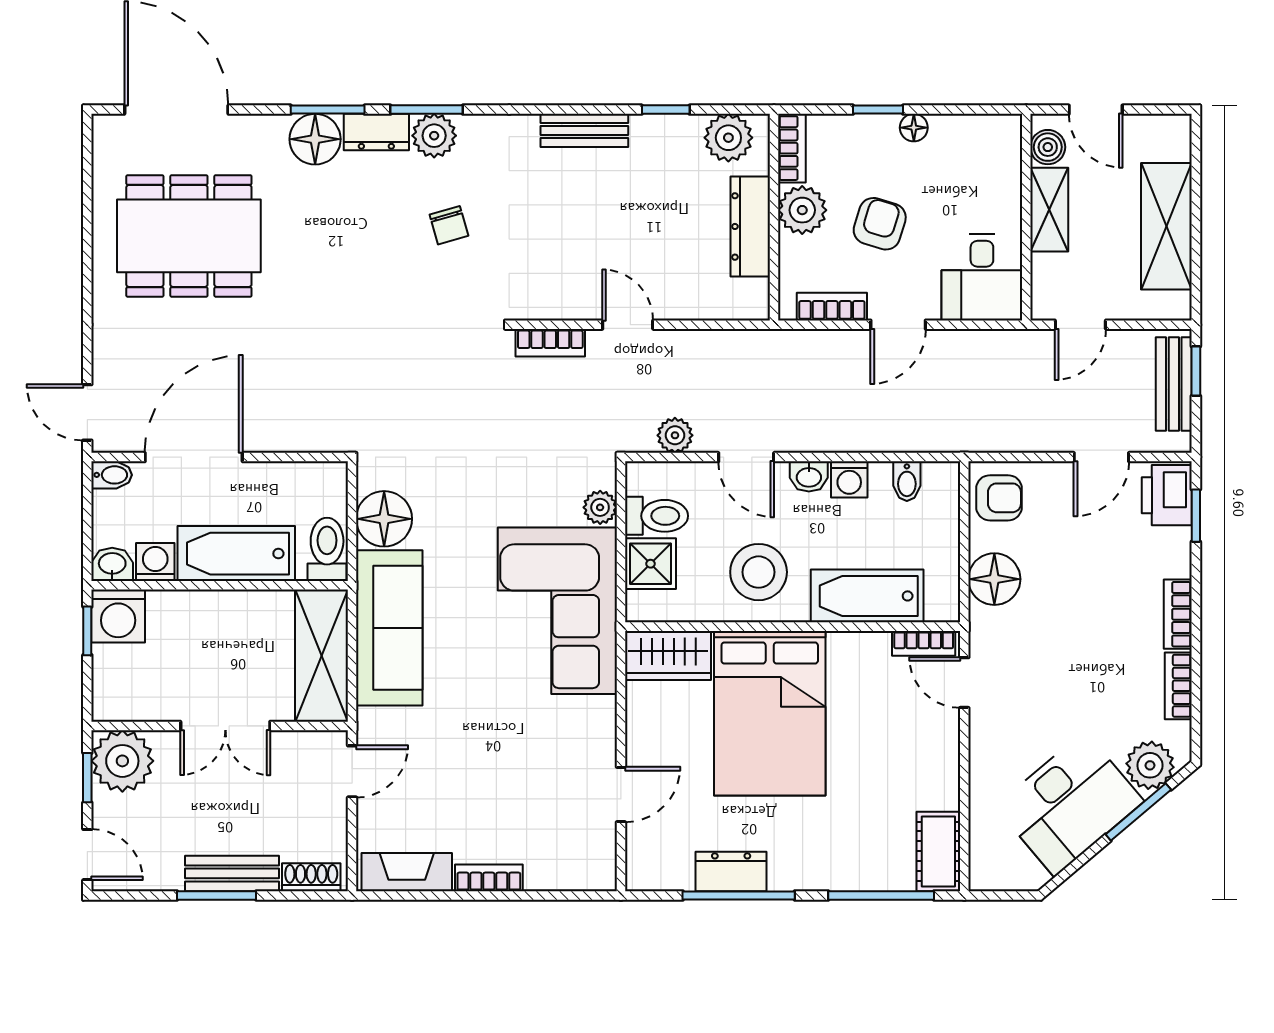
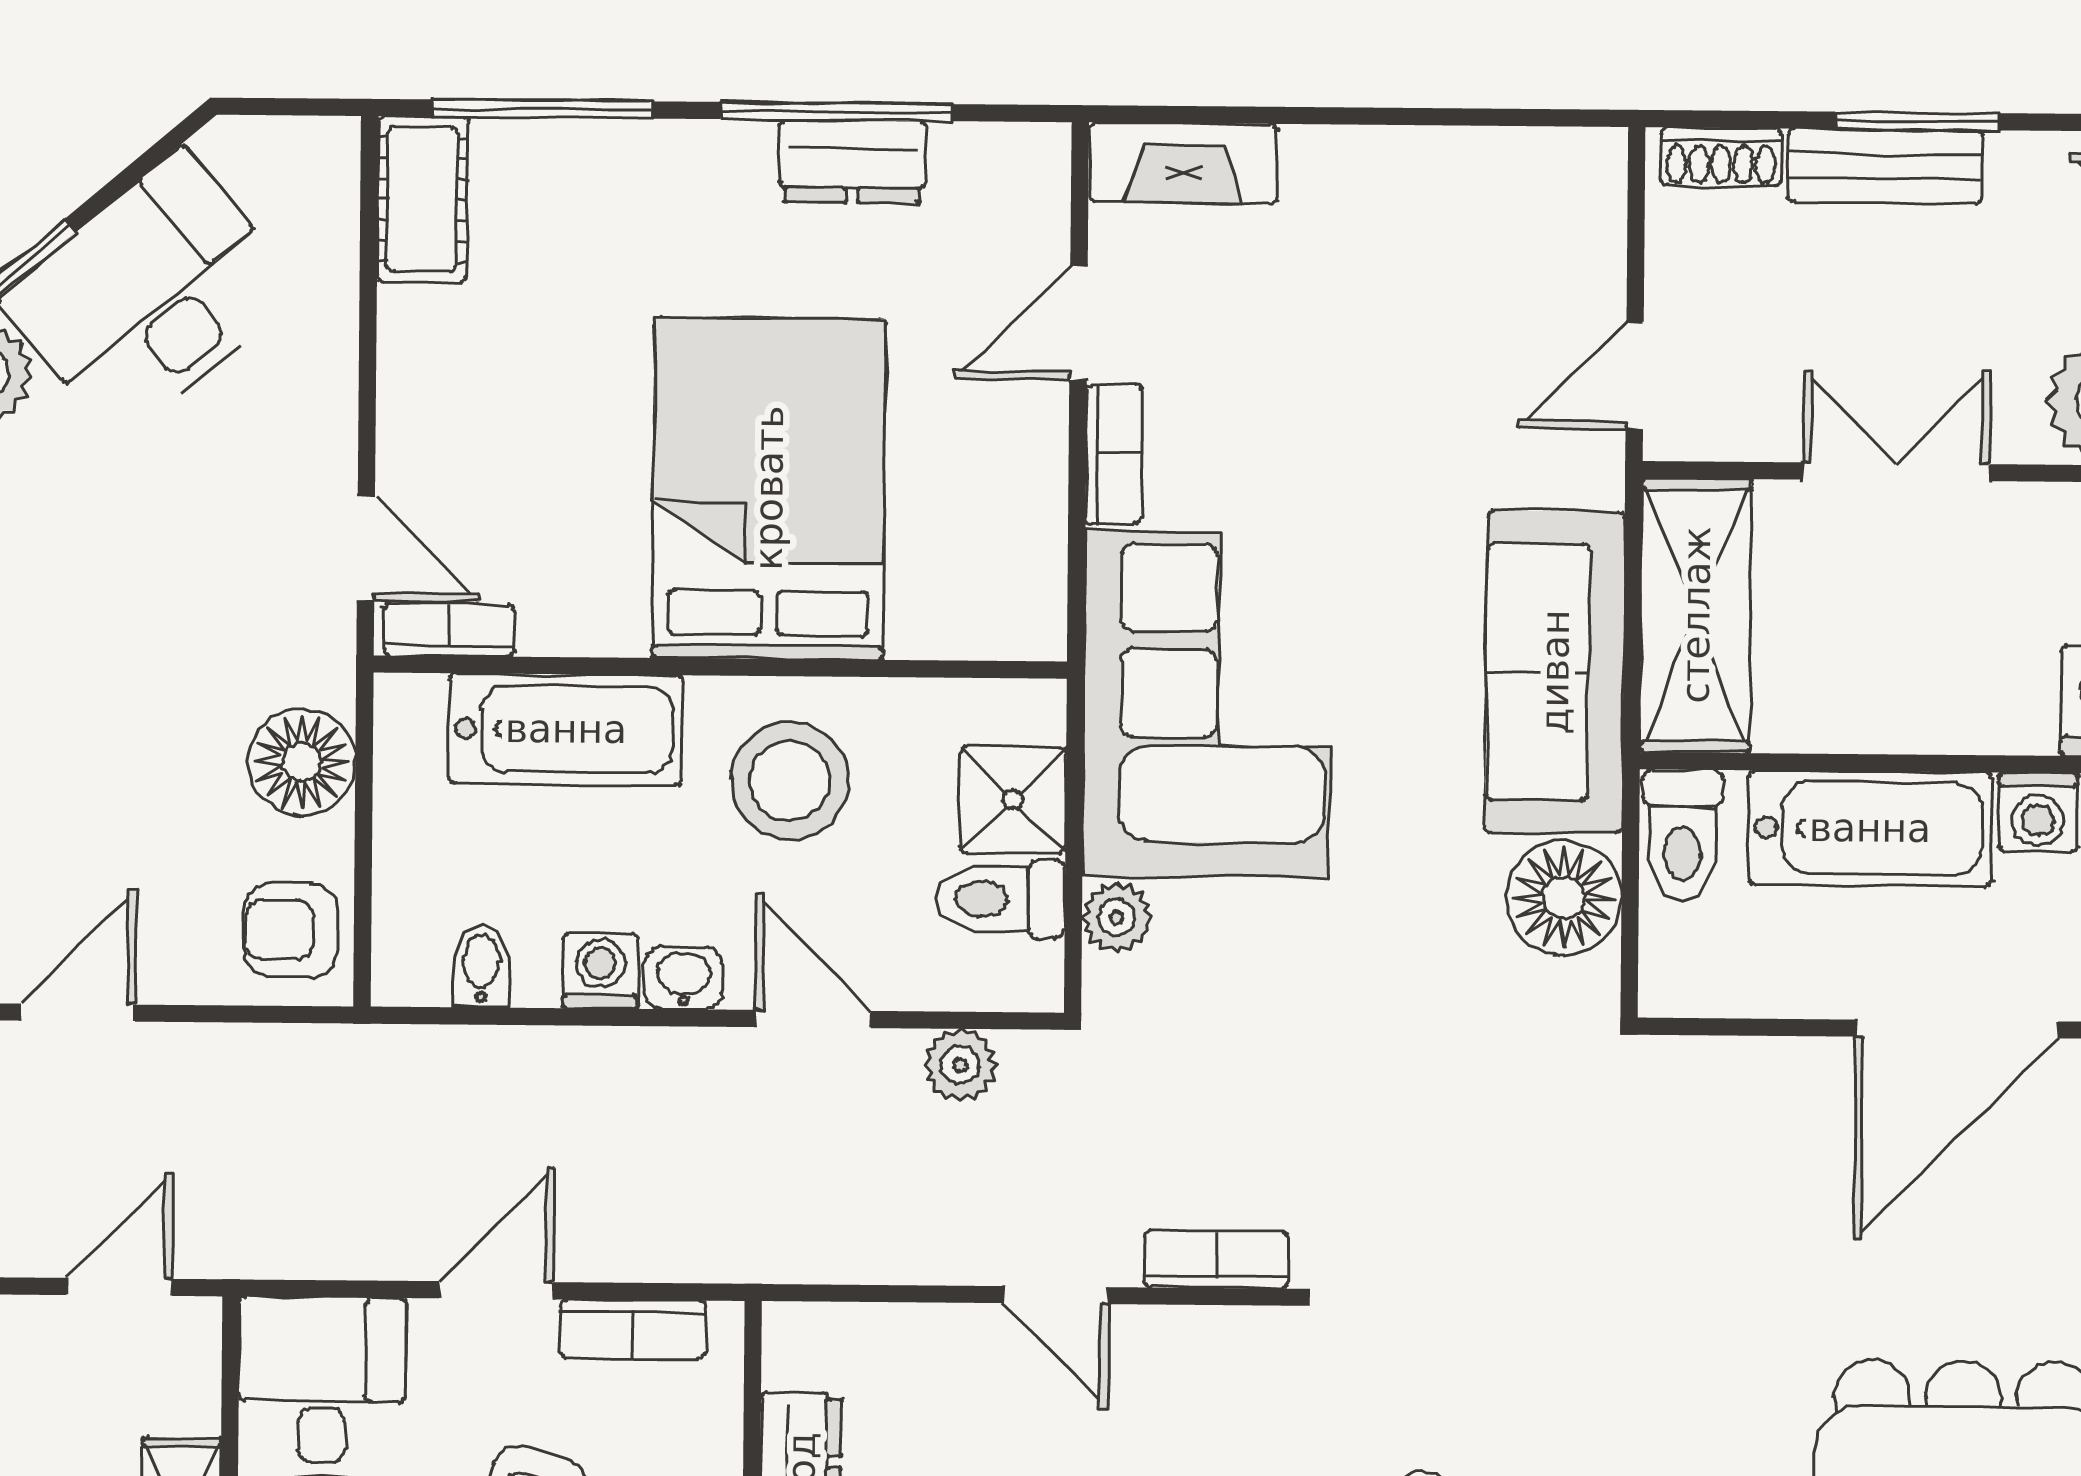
wardrobe: (668, 655) -> (978, 610), removed
fireplace: (407, 872) -> (1183, 163), moved
bookcase: (489, 878) -> (1114, 454), moved, turned -90

